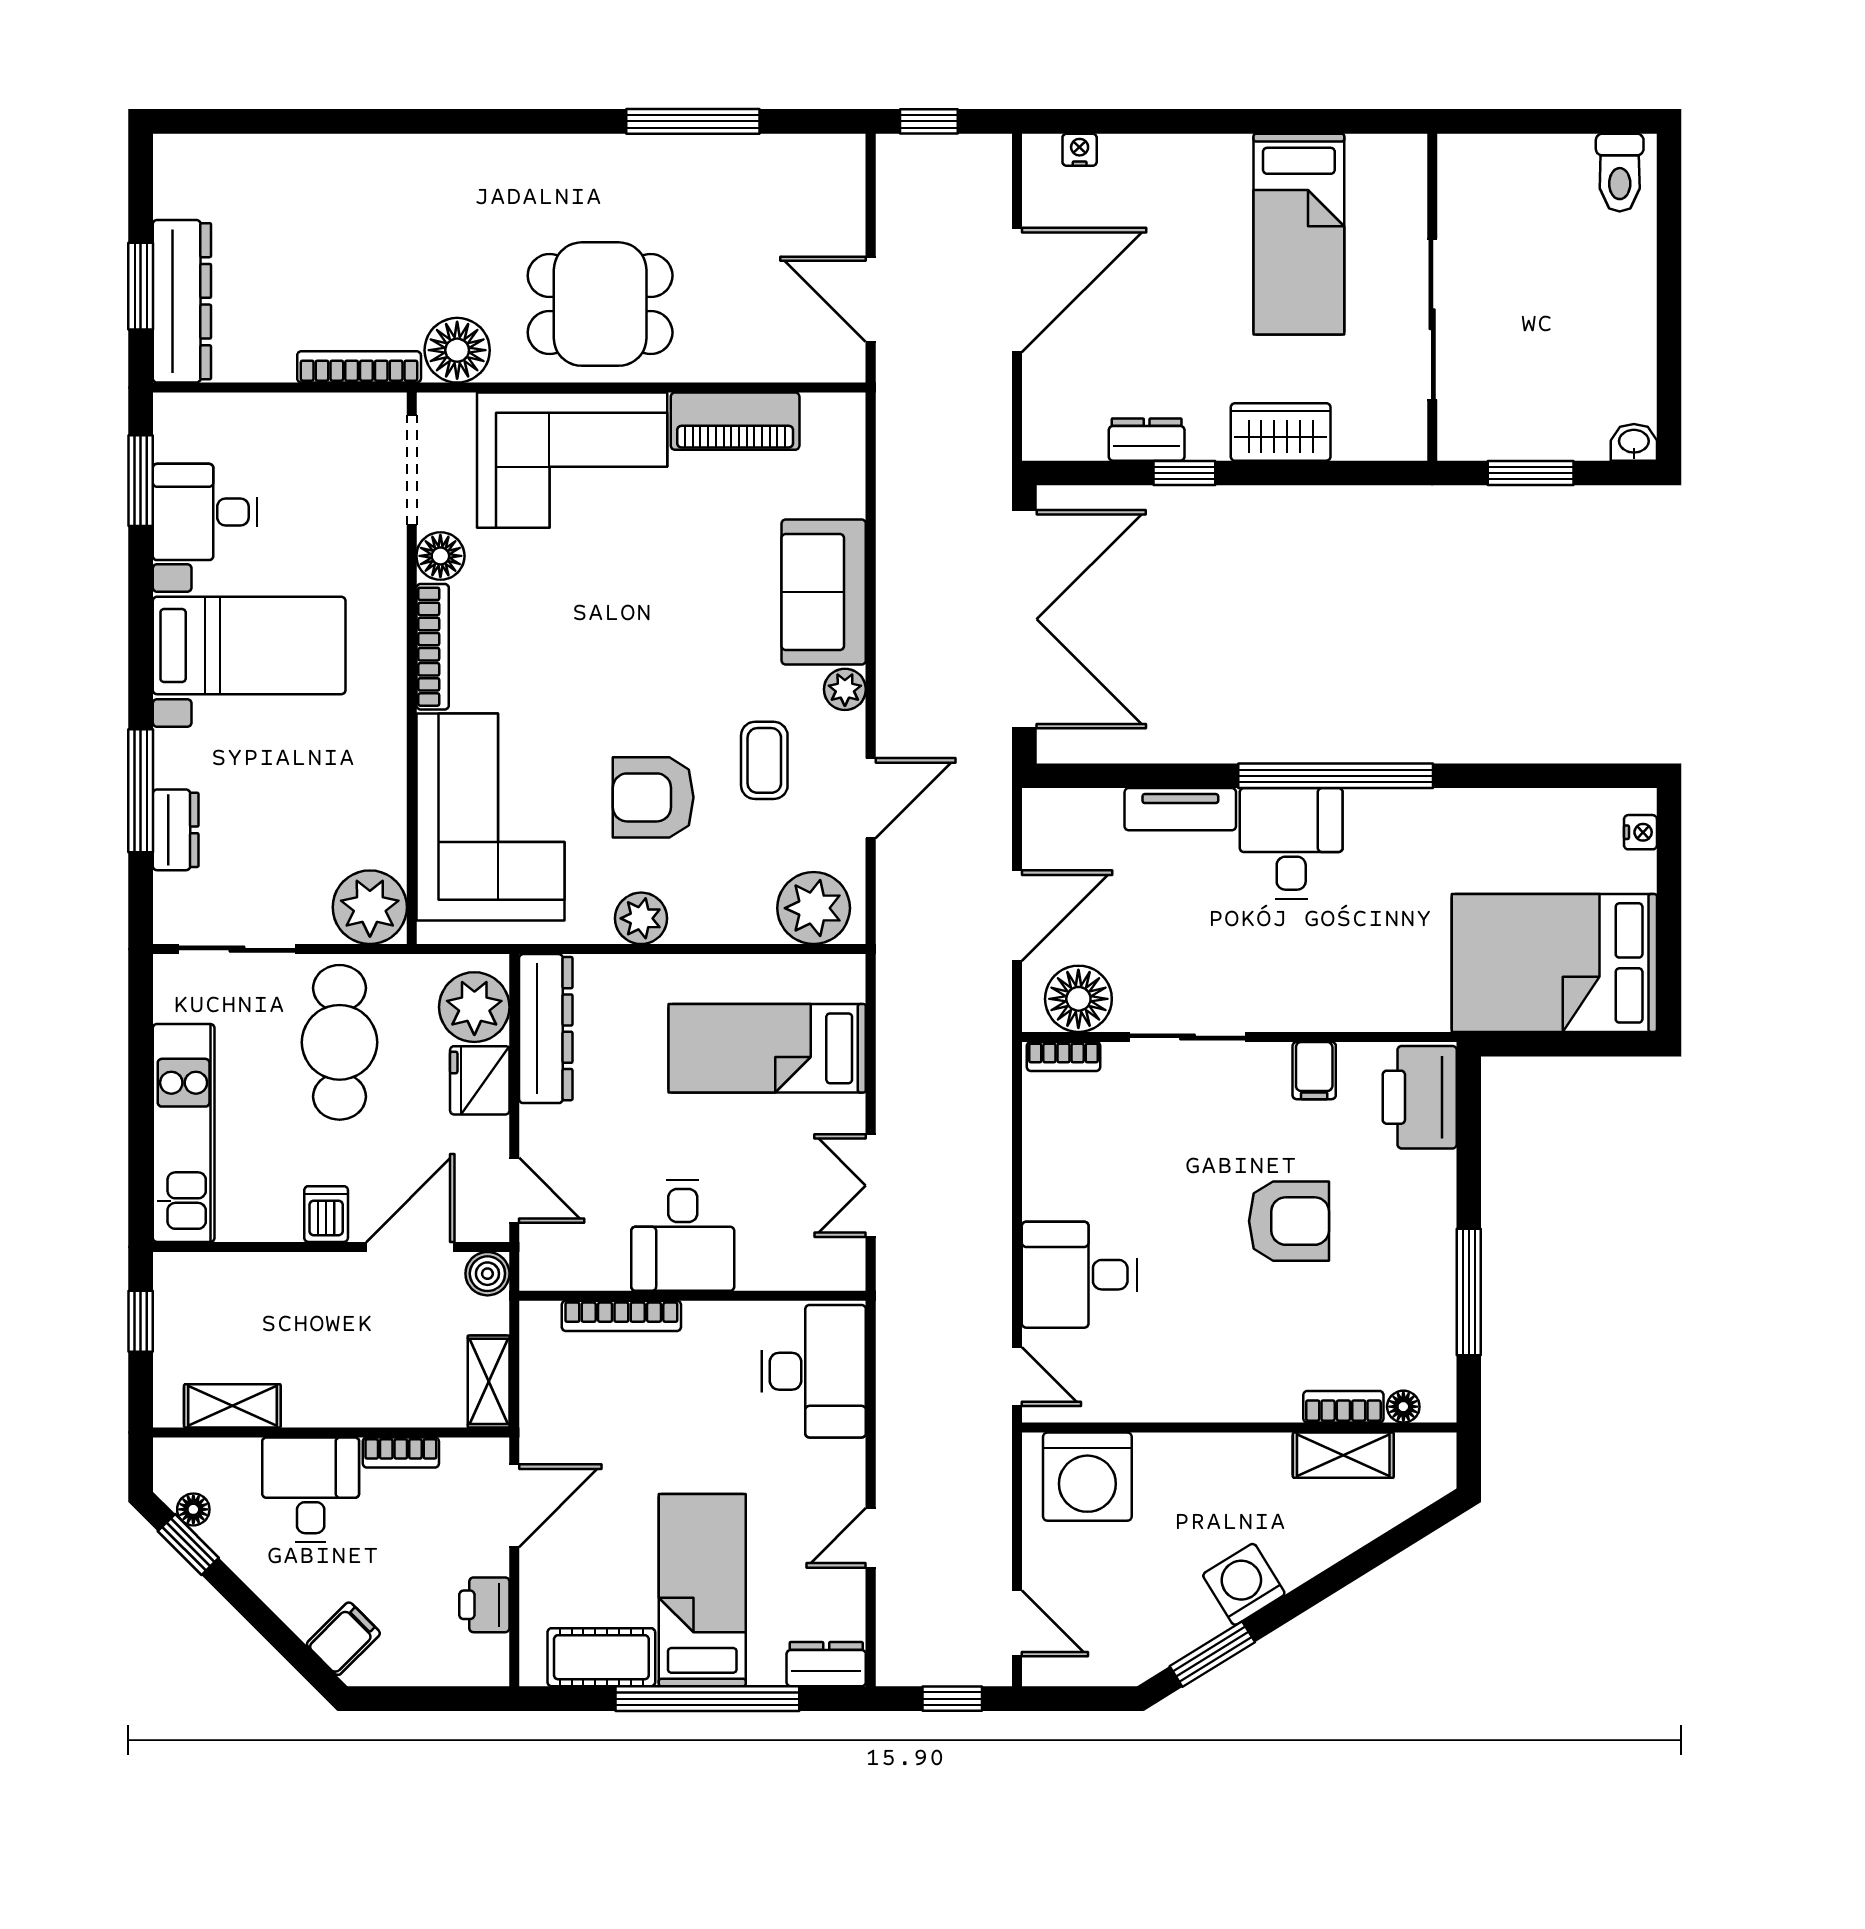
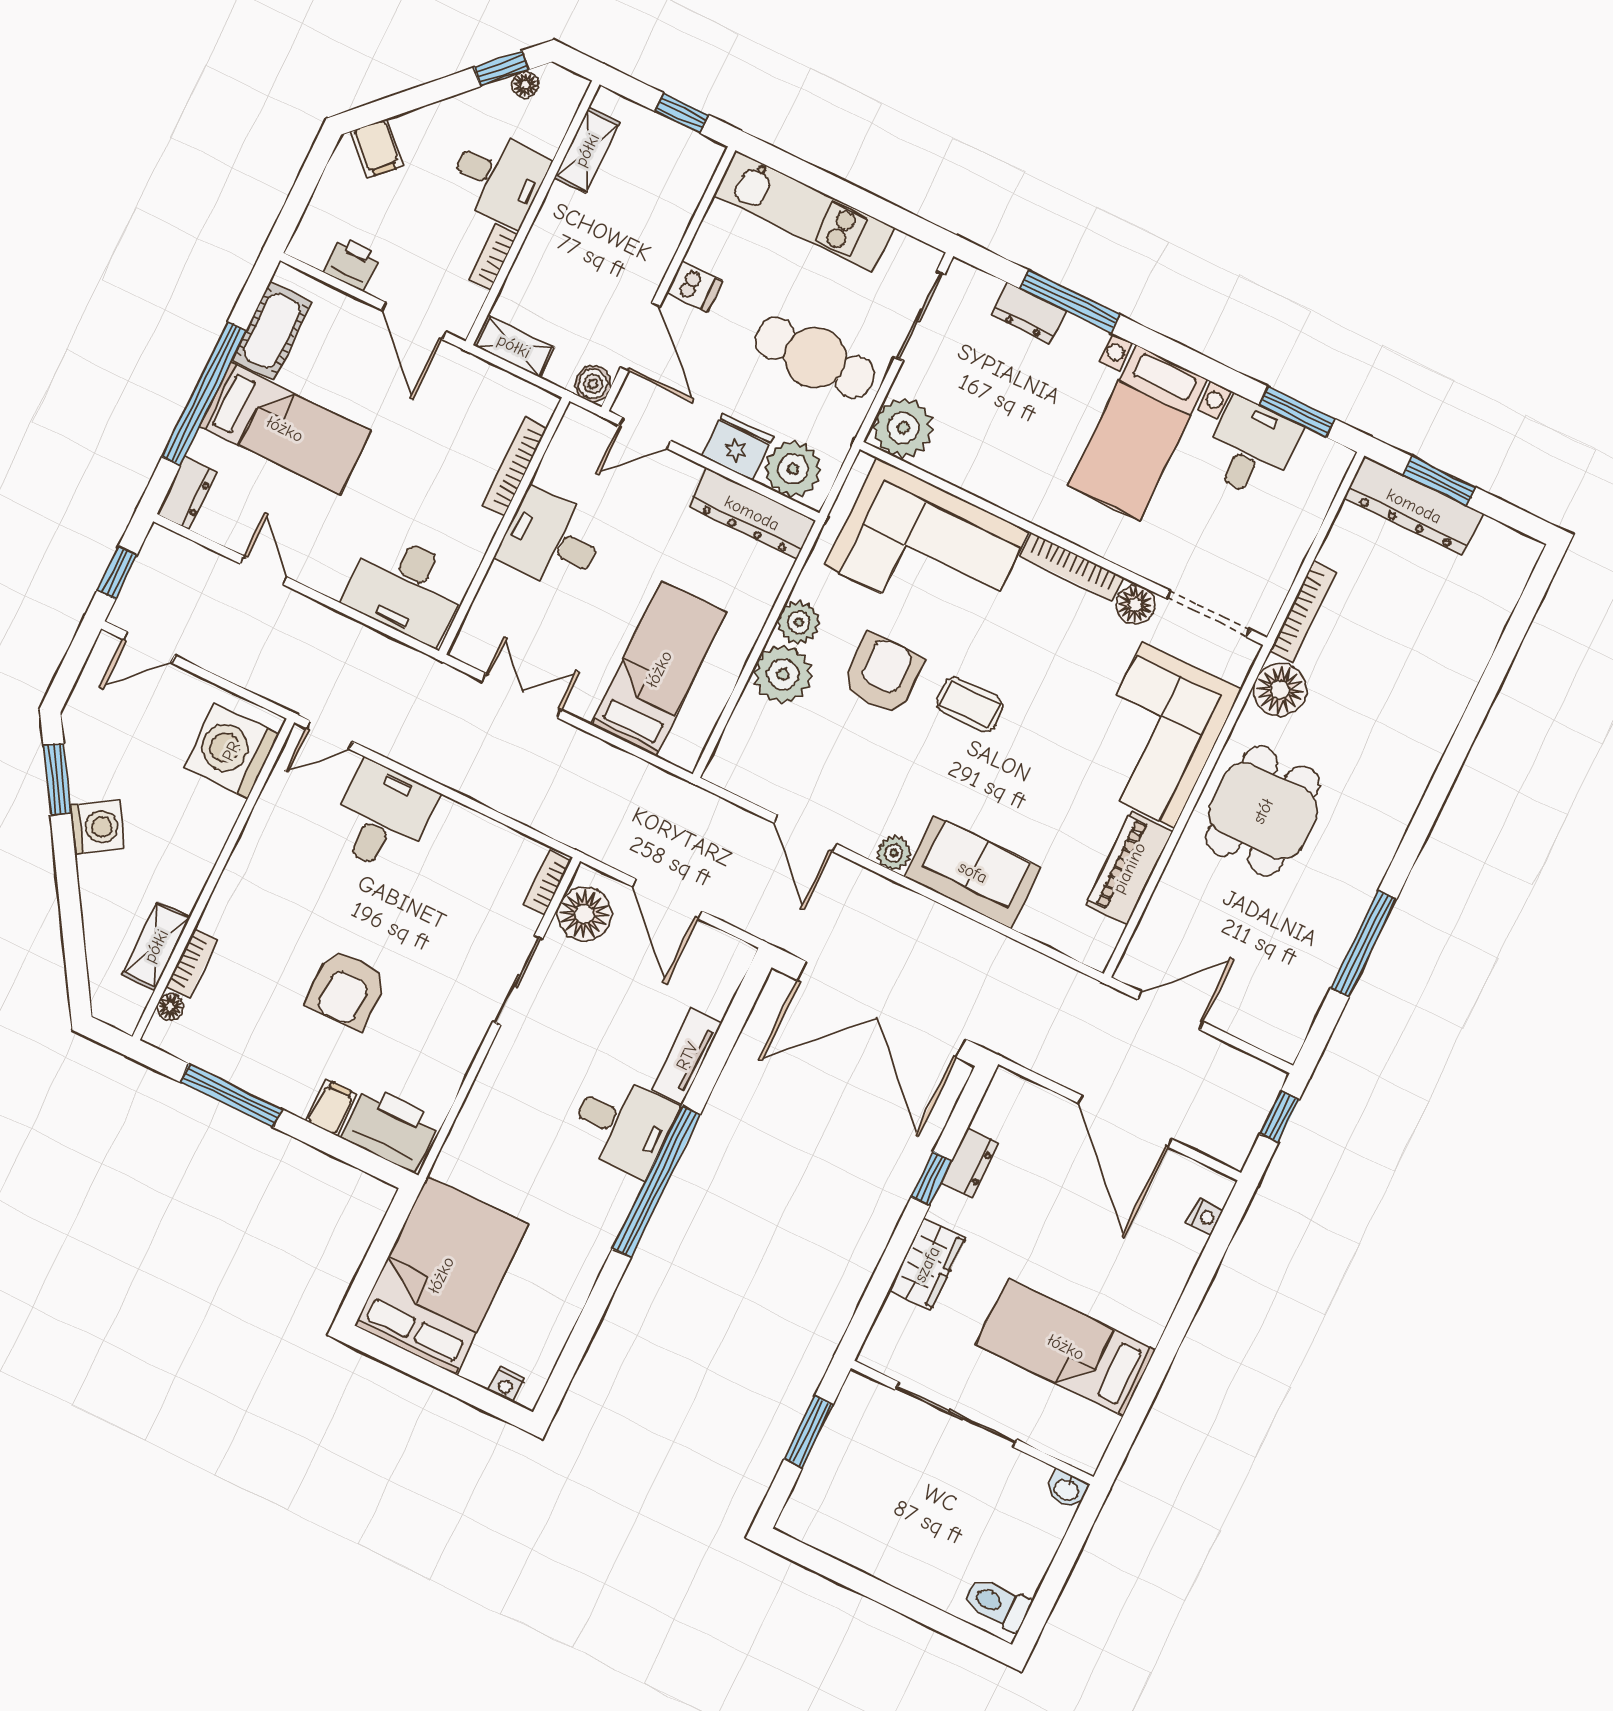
washbasin: (1634, 442) -> (1067, 1490), moved, turned 90
coffee table: (764, 760) -> (970, 705), moved
plant: (814, 908) -> (783, 674), moved
filing cabinet: (1314, 1071) -> (332, 1108), moved, turned 90

